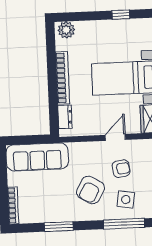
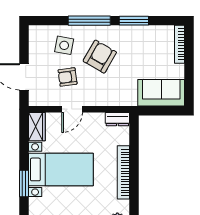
dresser: (65, 117) -> (117, 119), moved, turned -90
sofa: (37, 157) -> (161, 93), width x0.73
window: (124, 224) -> (89, 21), moved

